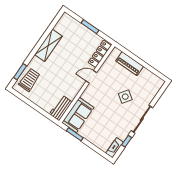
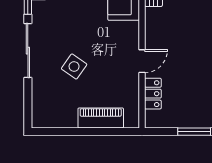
locker: (100, 54) -> (153, 94), width x0.66

